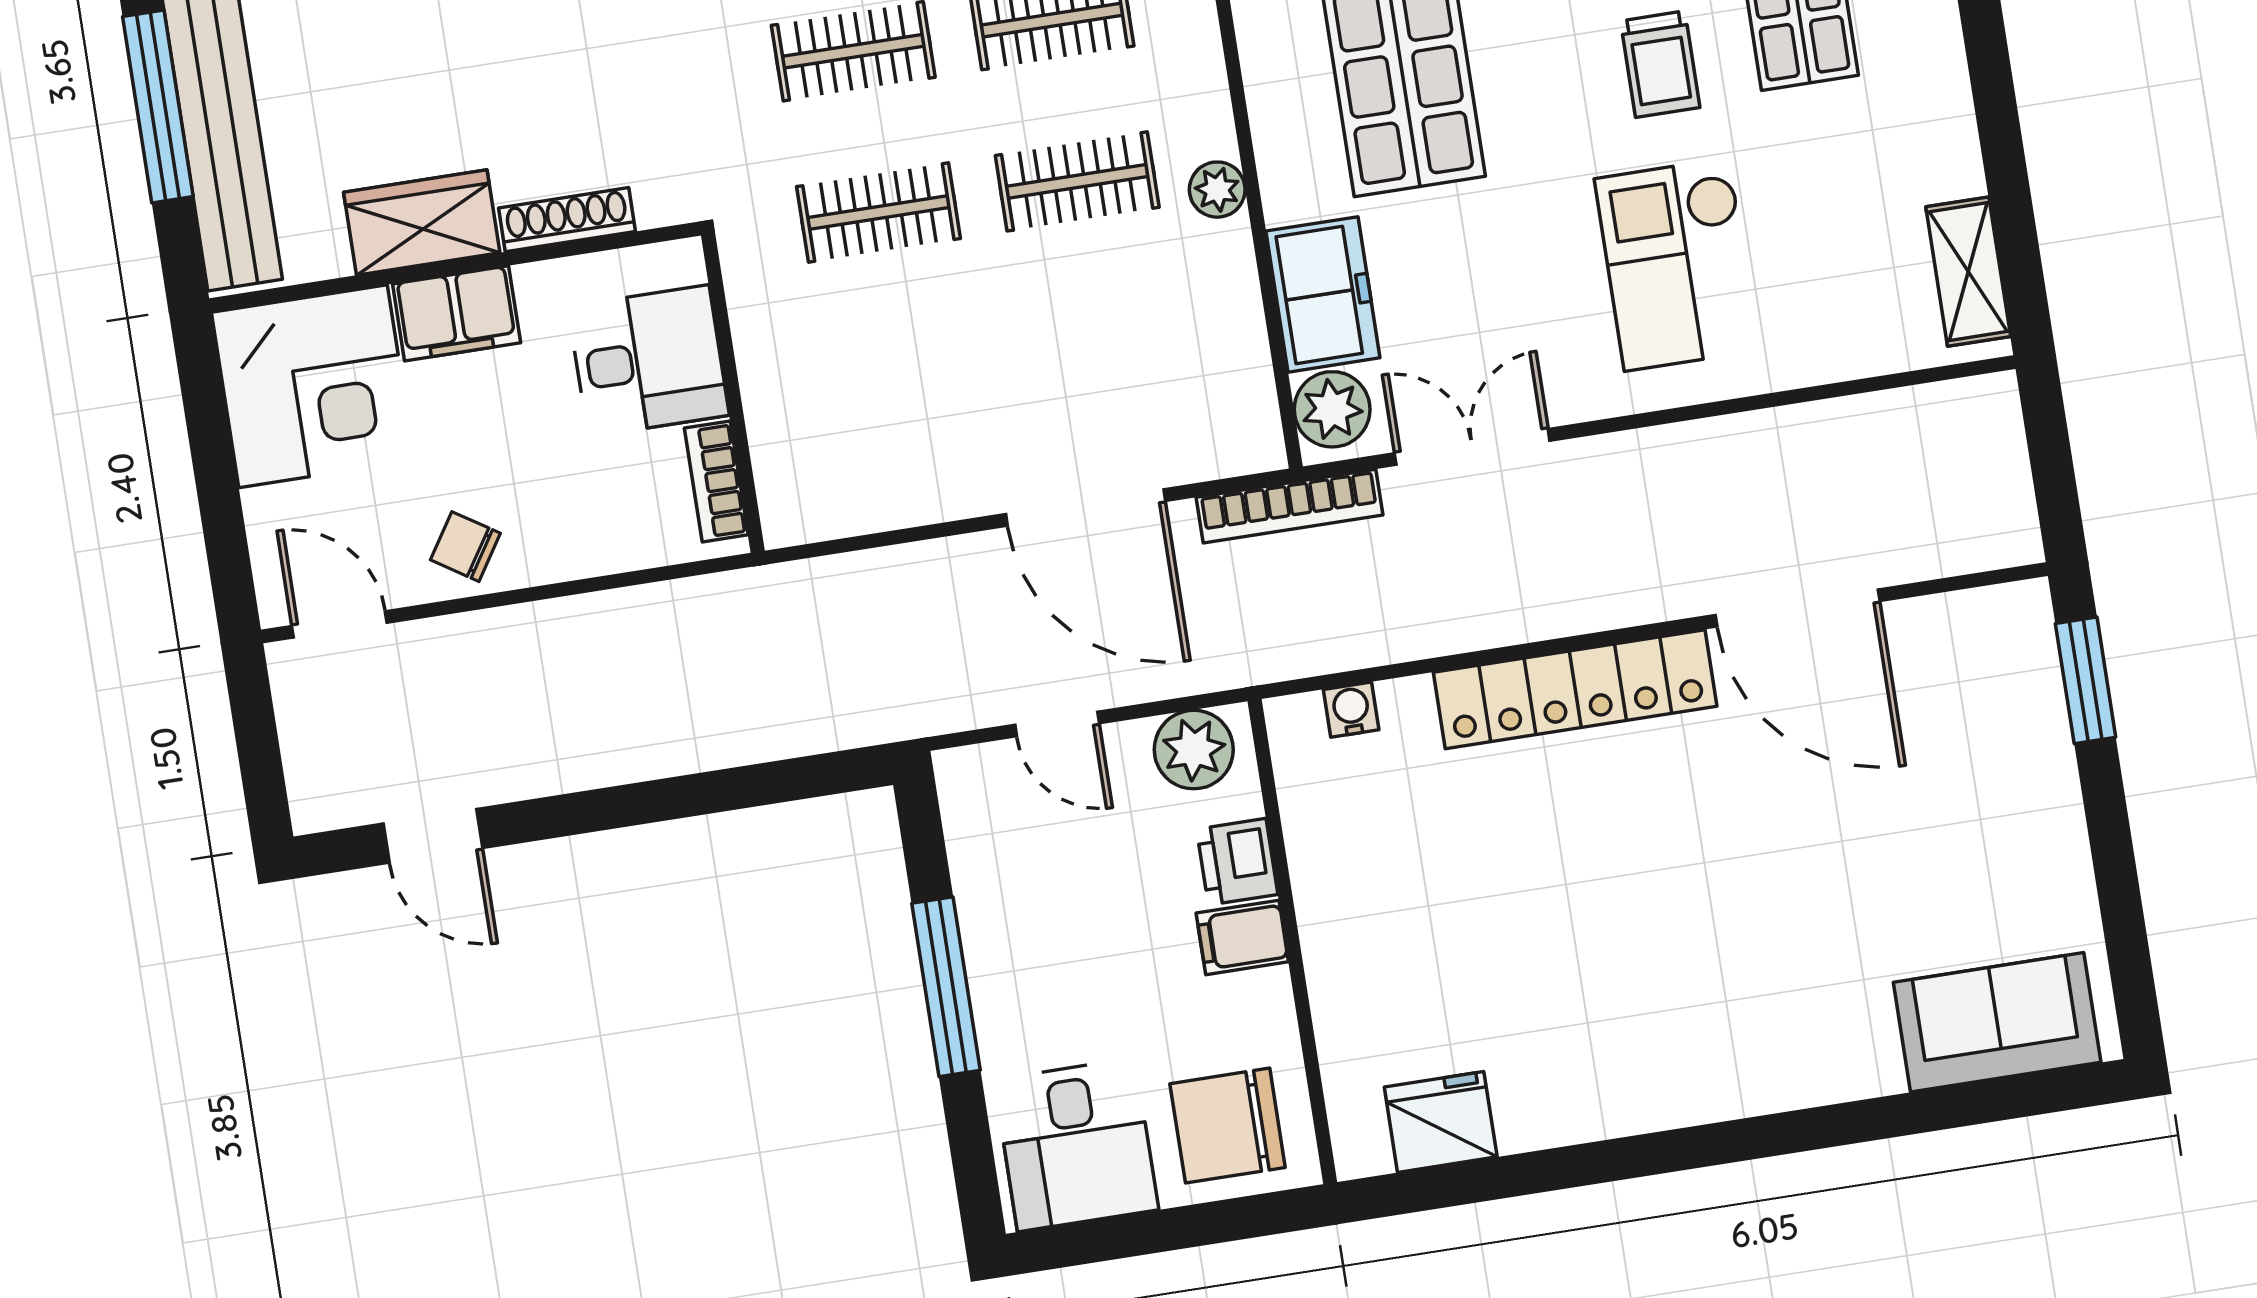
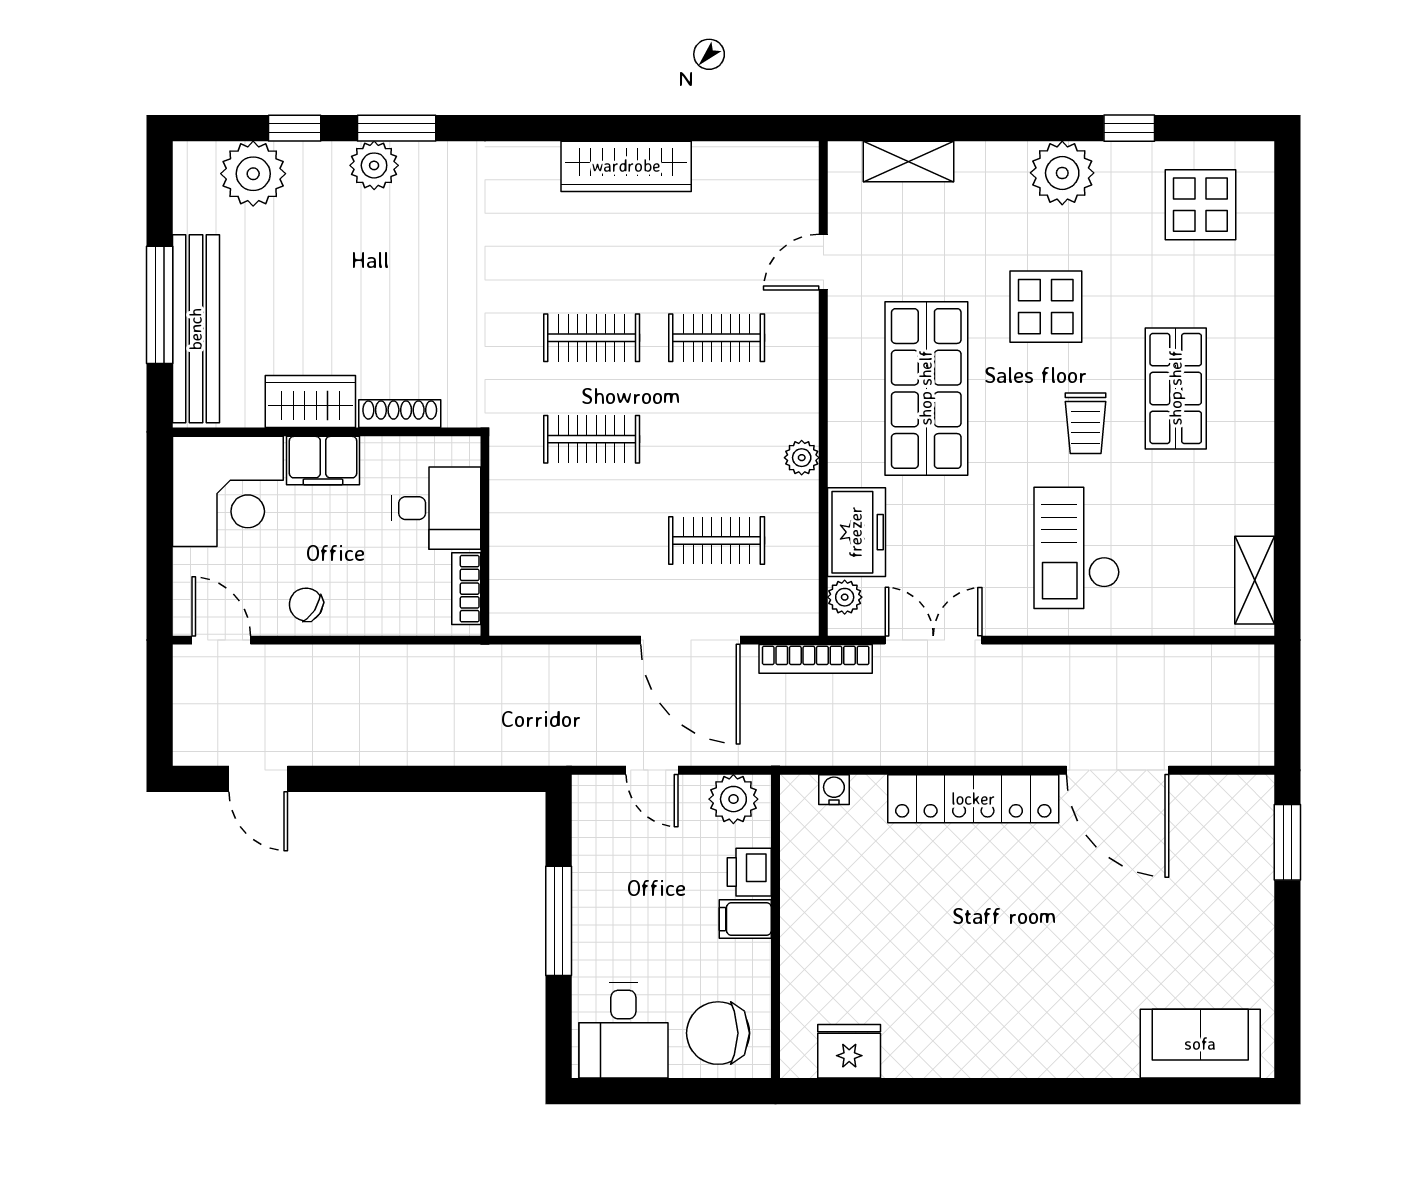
clothes rail: (1077, 181) -> (717, 541), moved
plant: (1332, 409) -> (845, 597), width x0.73, depth x0.73

